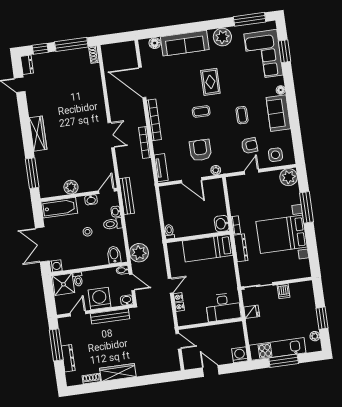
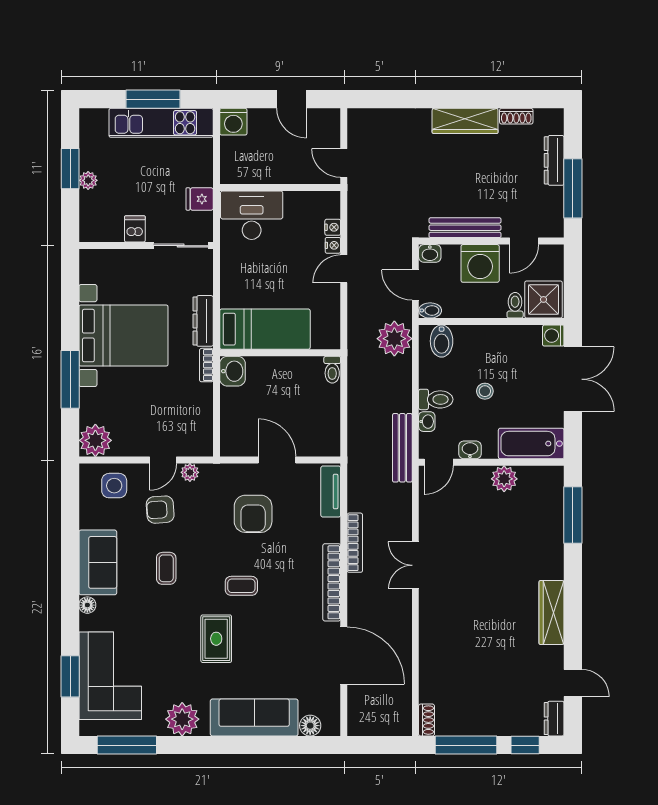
wardrobe: (38, 134) -> (552, 613), moved
plant: (216, 170) -> (190, 472), moved
plant: (315, 336) -> (88, 180), moved

